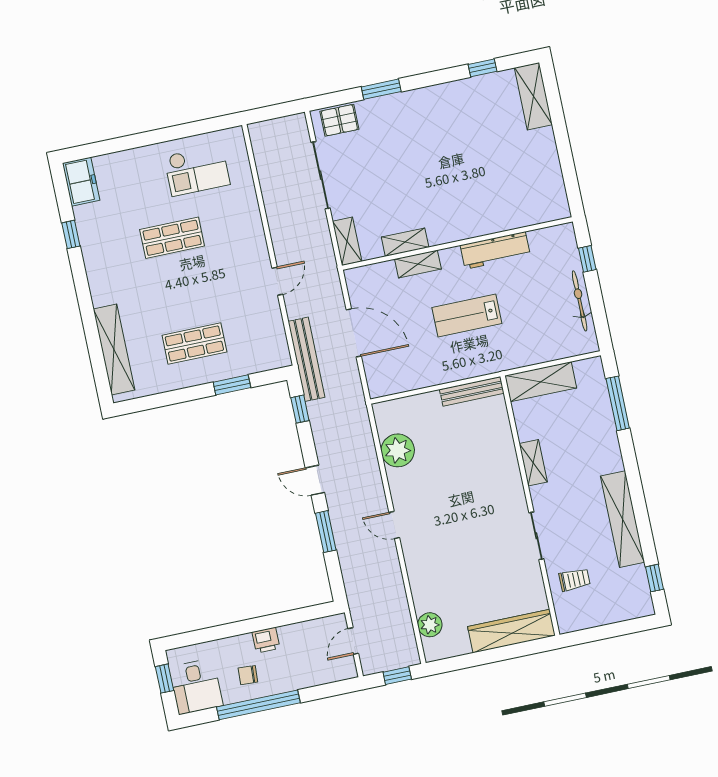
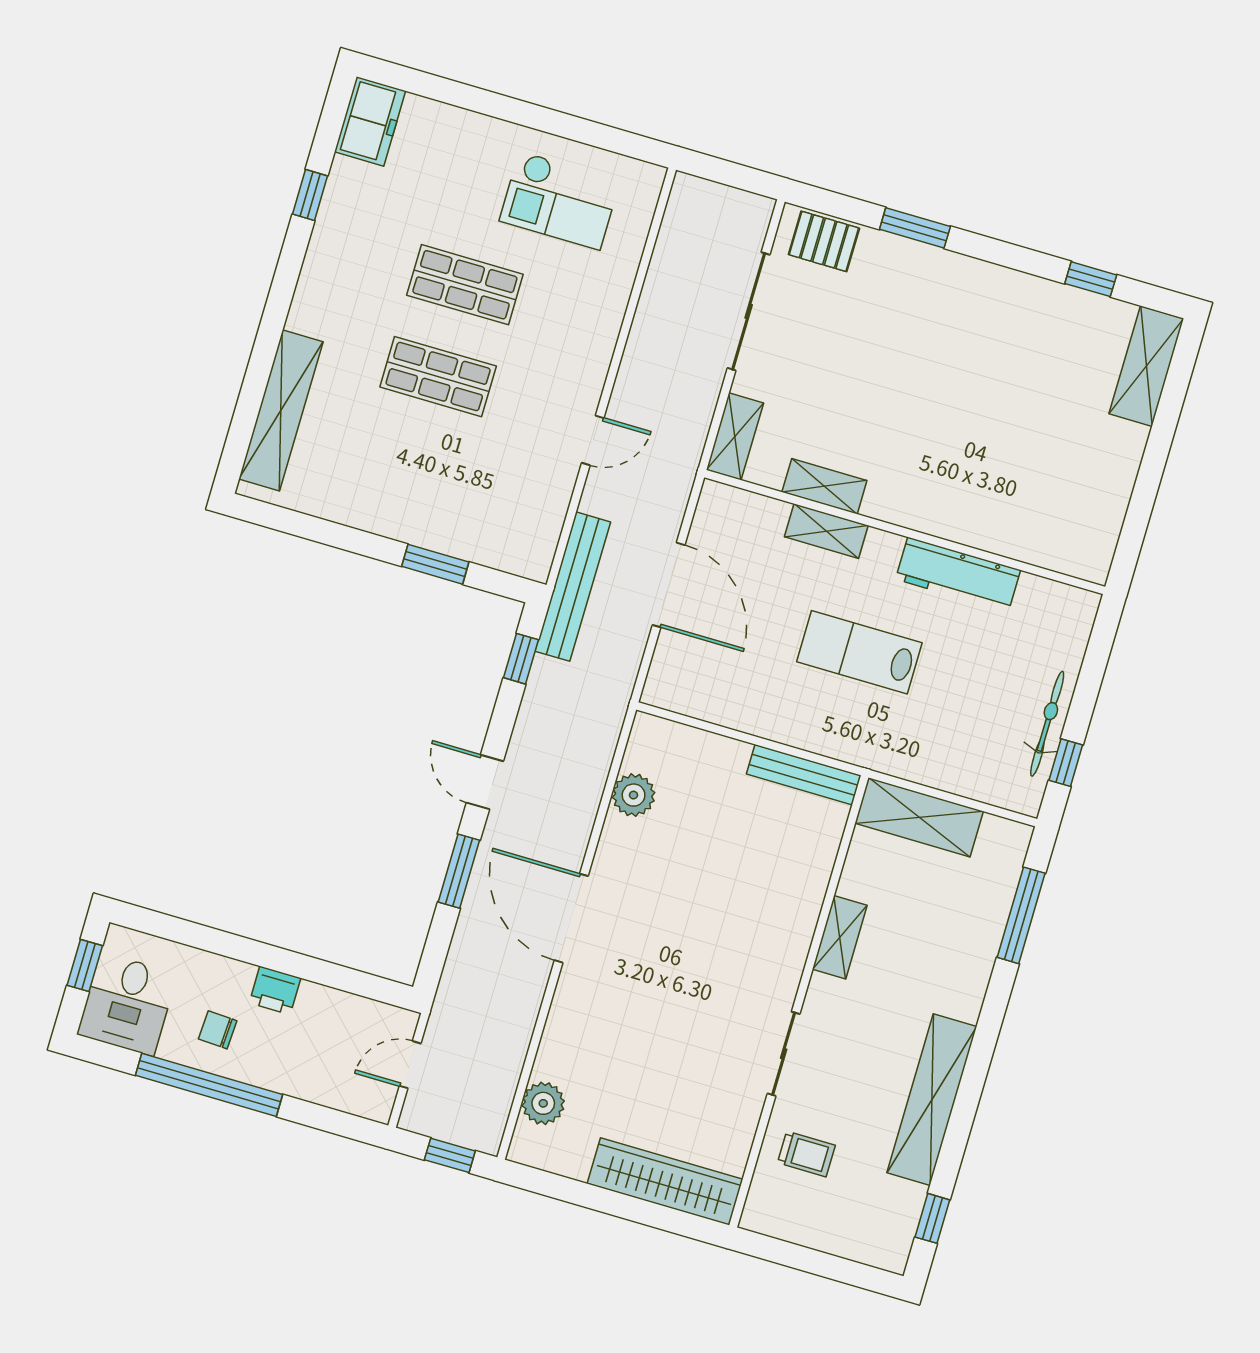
window: (587, 259) -> (1066, 763), moved
shop shelf: (194, 344) -> (438, 377), moved
plant: (398, 450) -> (634, 795), width x0.73, depth x0.73
door: (394, 525) -> (571, 918), width x1.88

